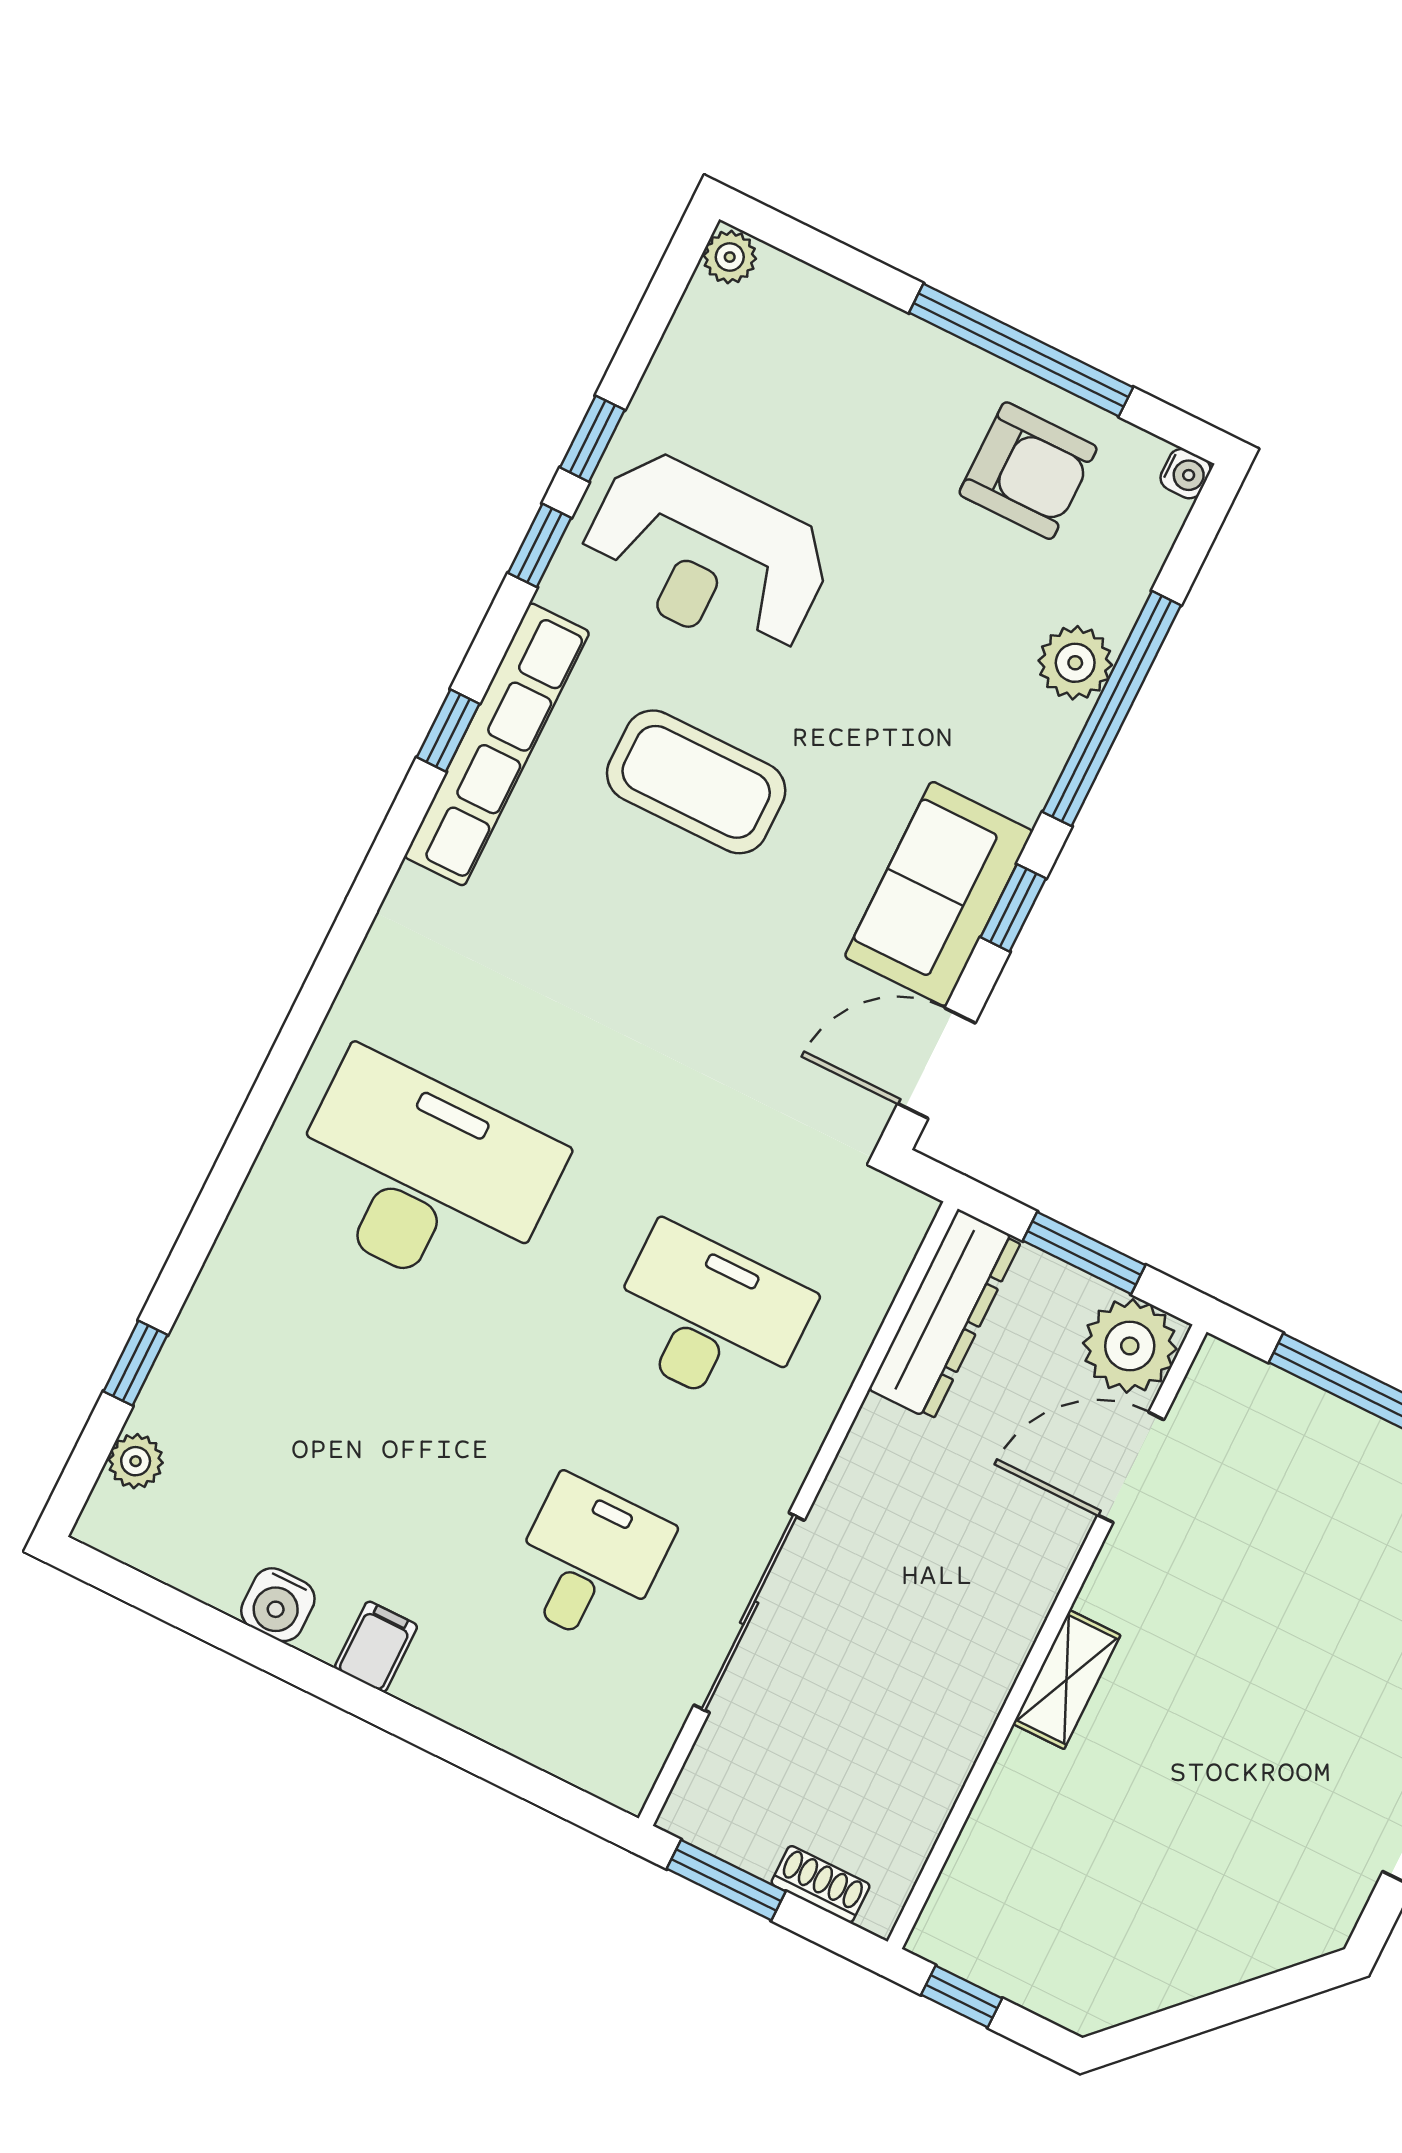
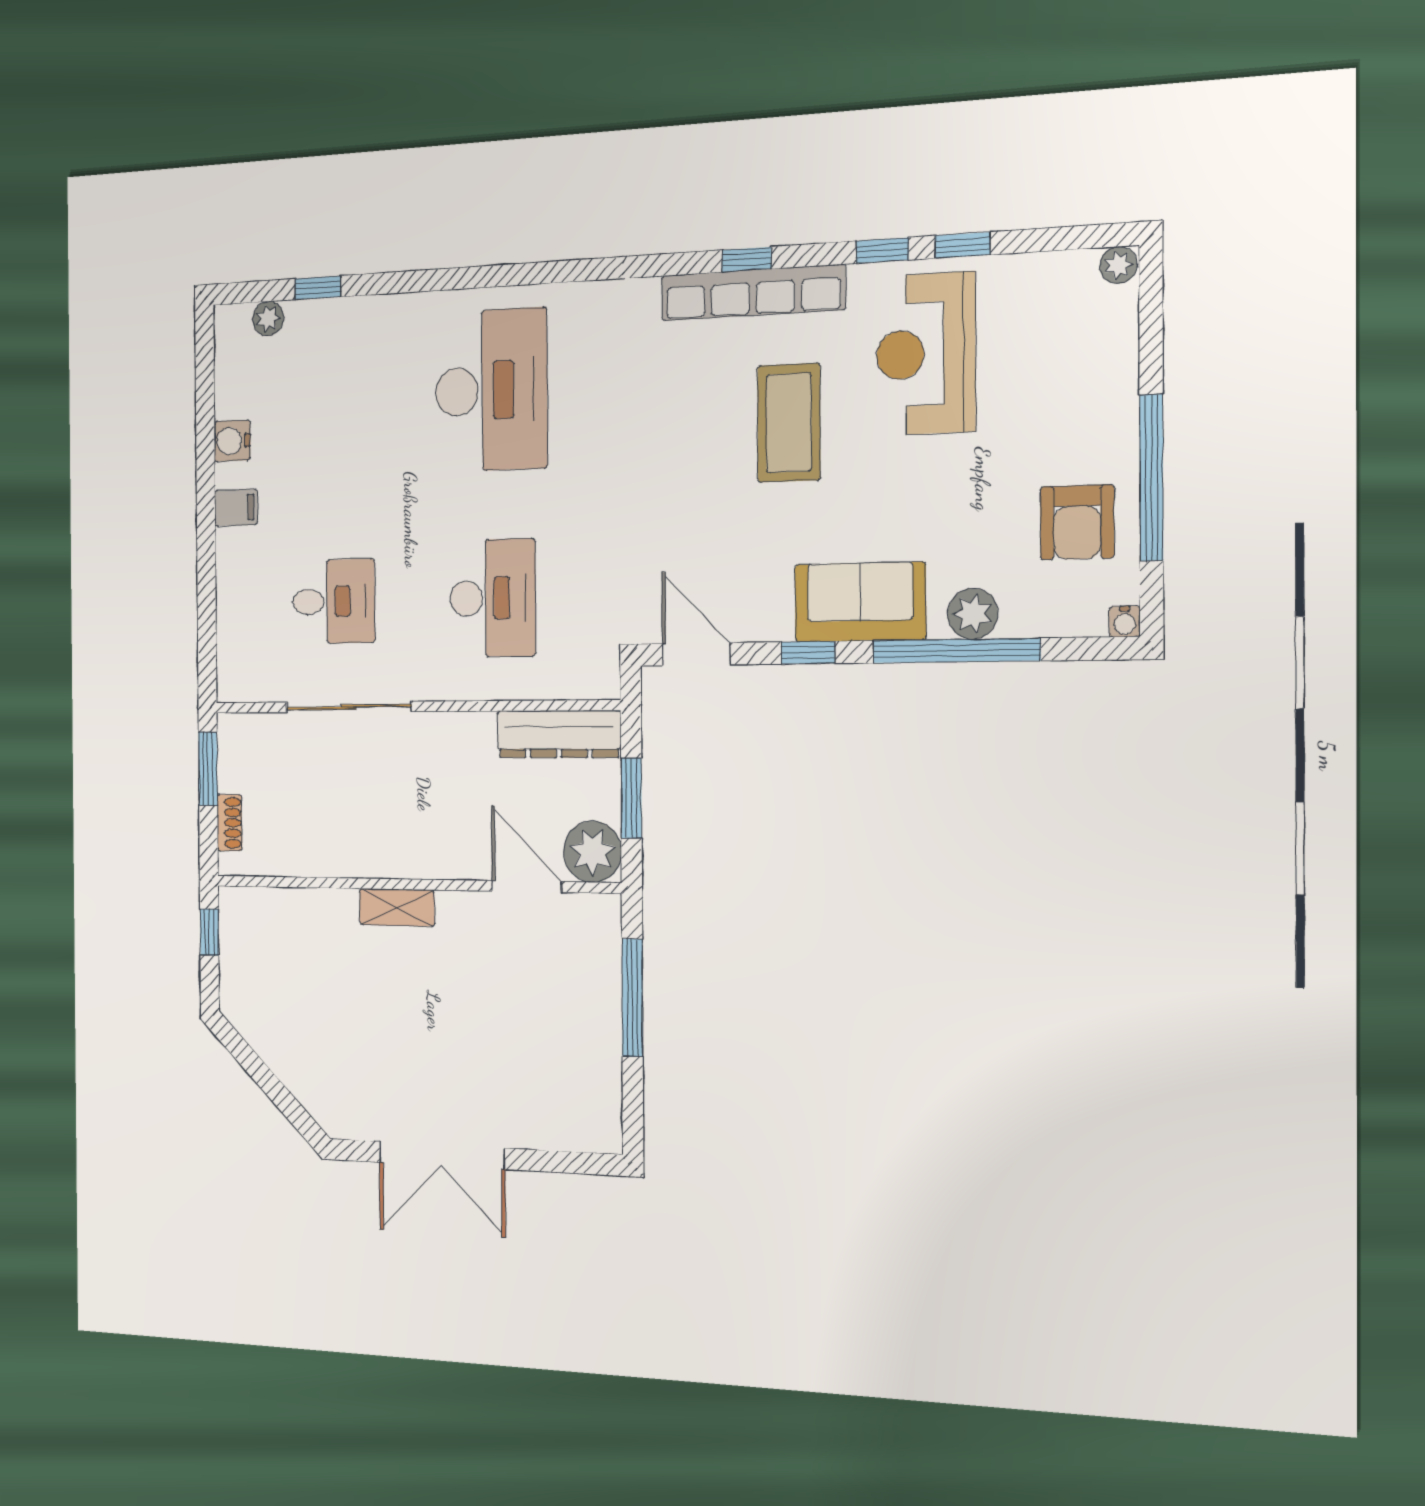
sofa: (939, 894) -> (860, 602), moved

